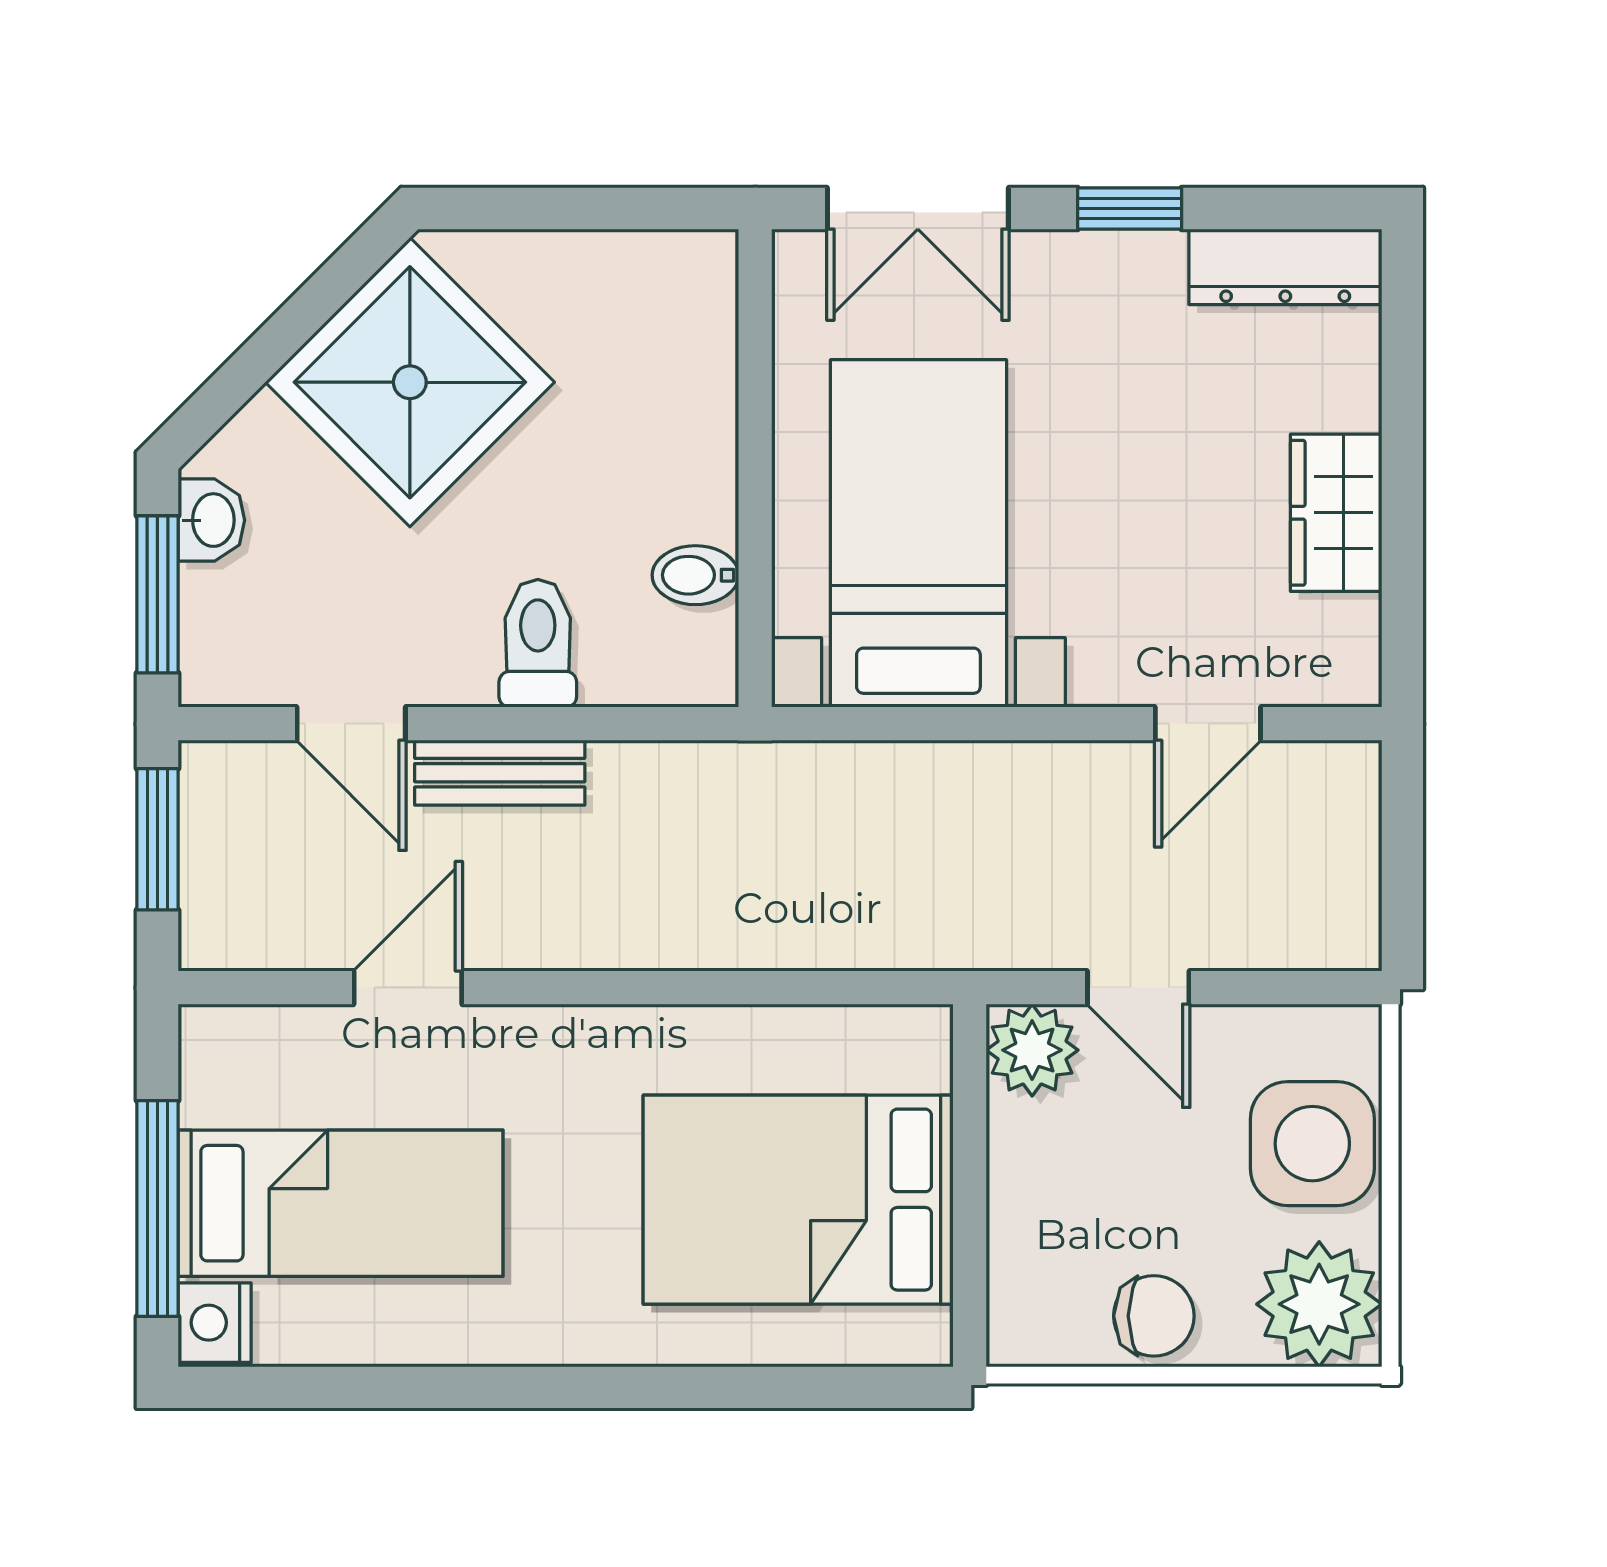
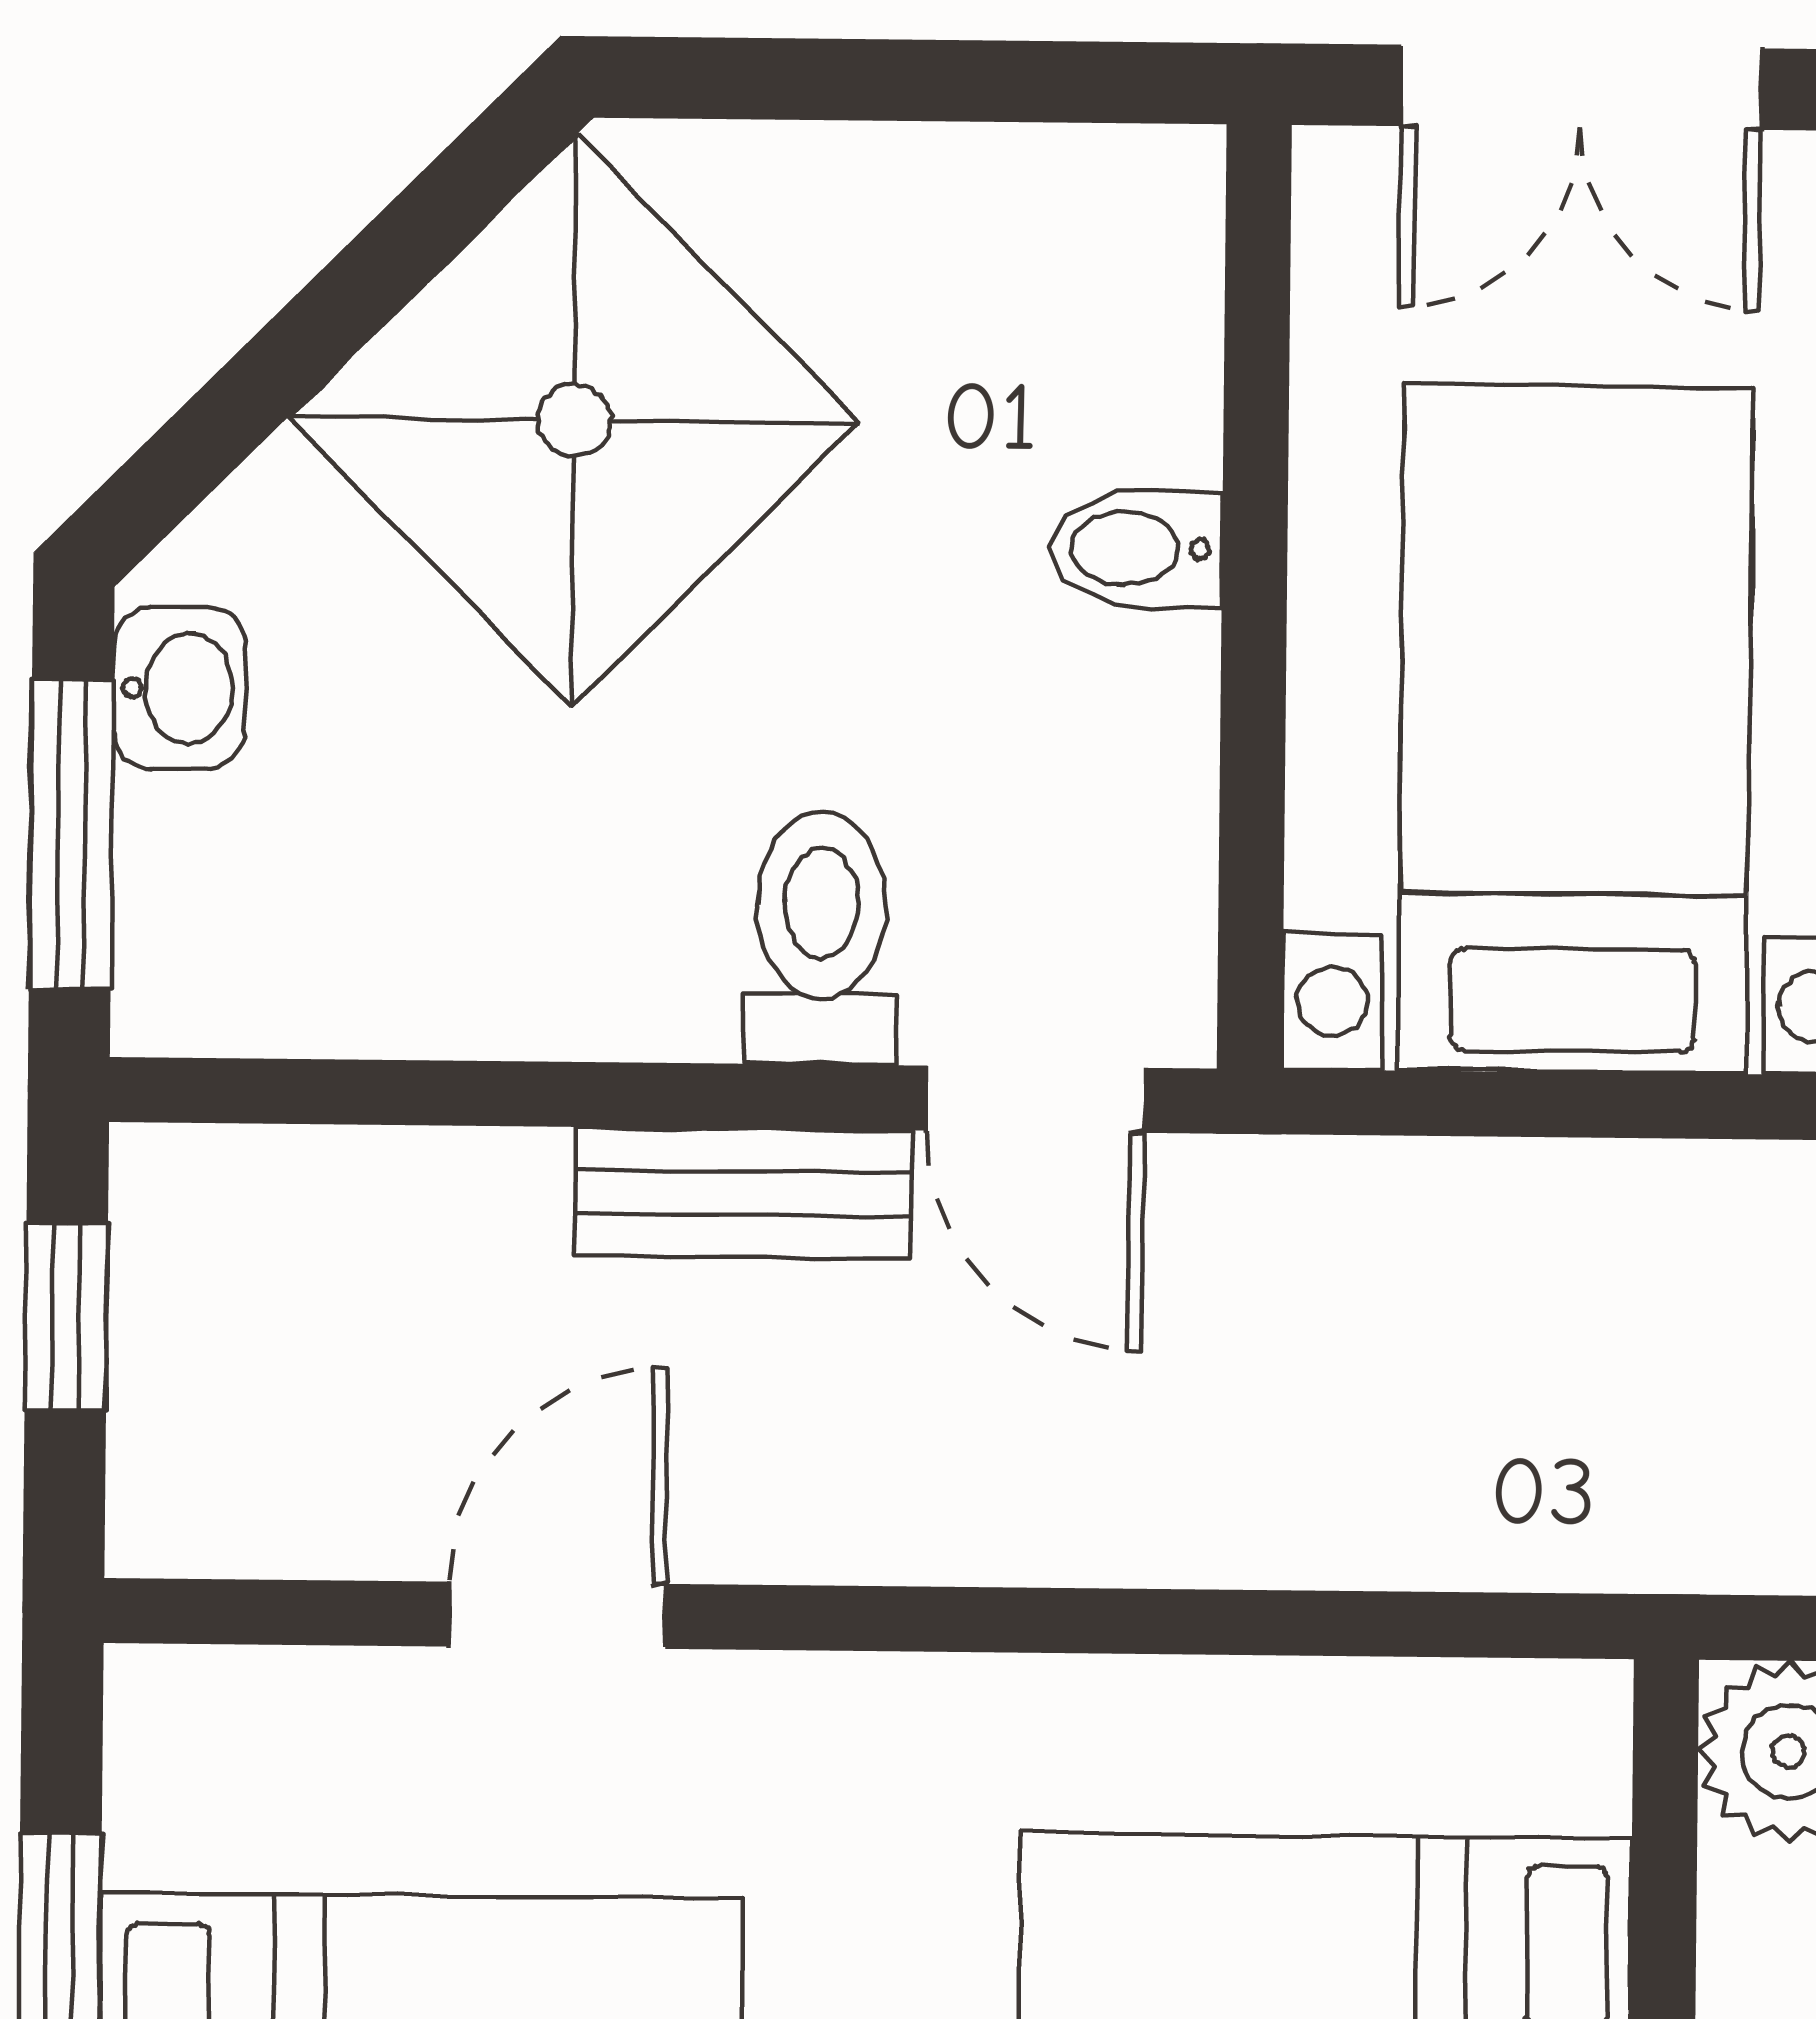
bidet: (695, 575) -> (1137, 548), moved
door: (351, 724) -> (1036, 1099), moved
window: (157, 839) -> (66, 1317), width x0.67

